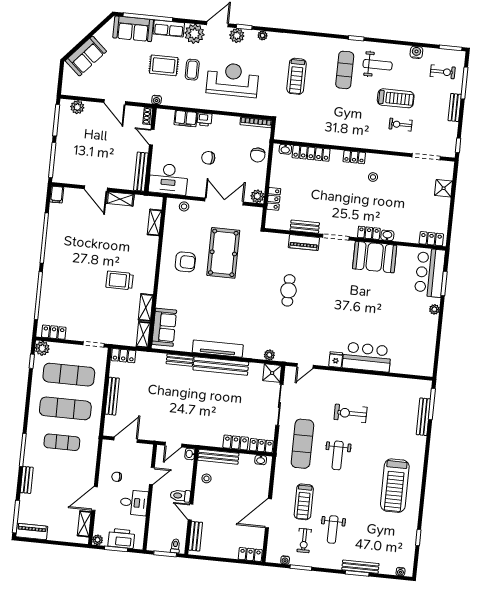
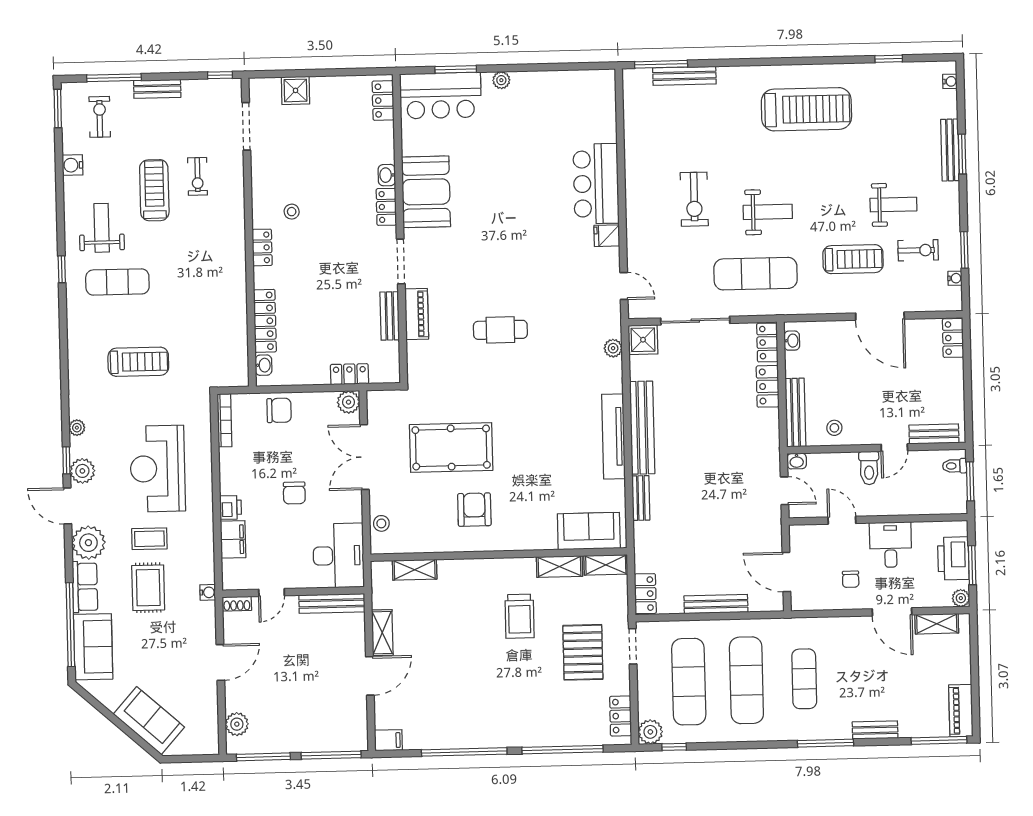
pallet: (94, 315) -> (583, 652), added

